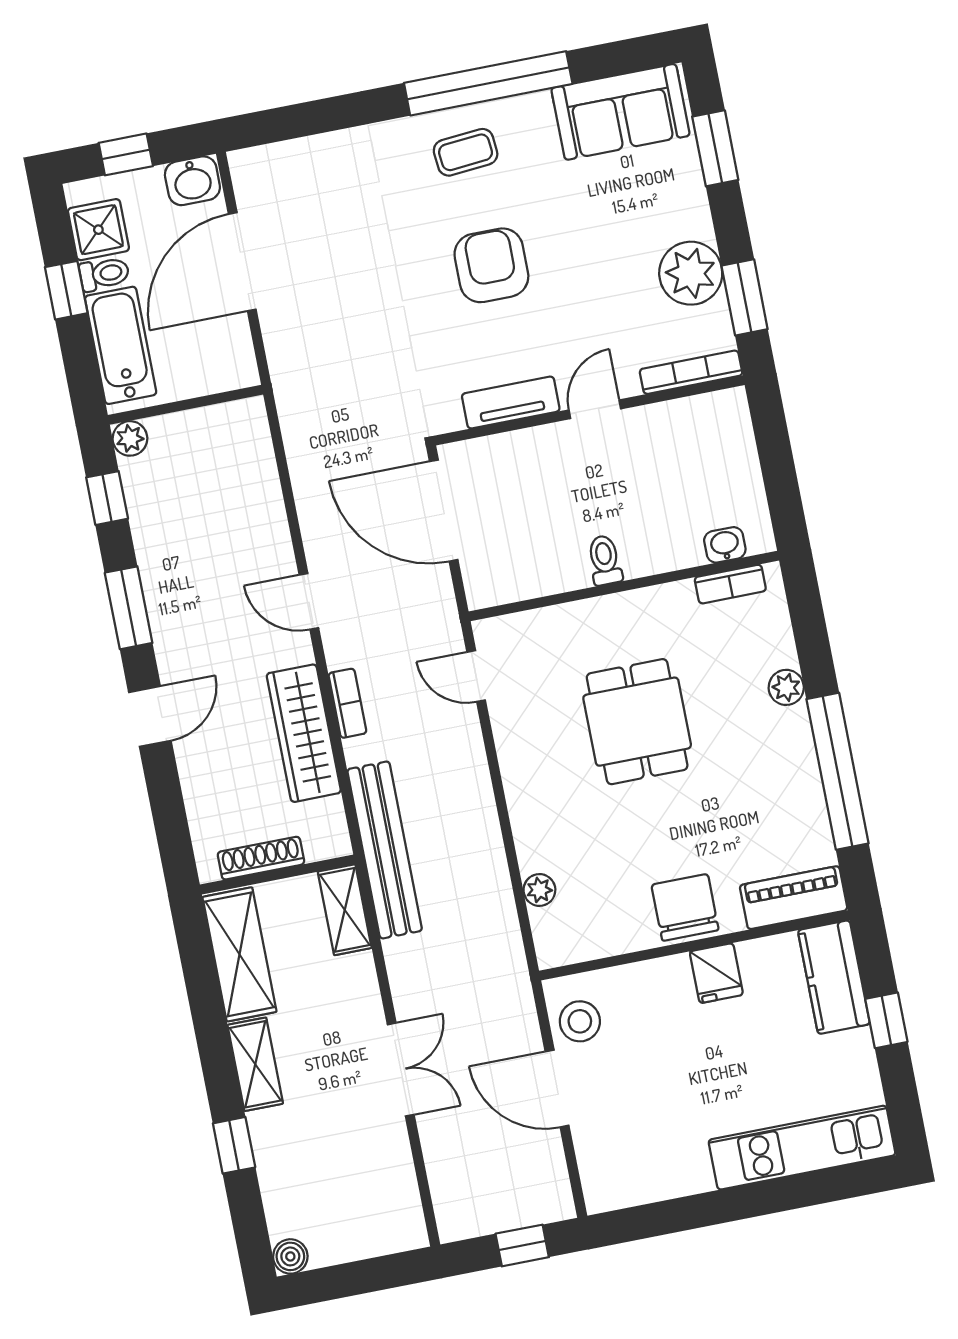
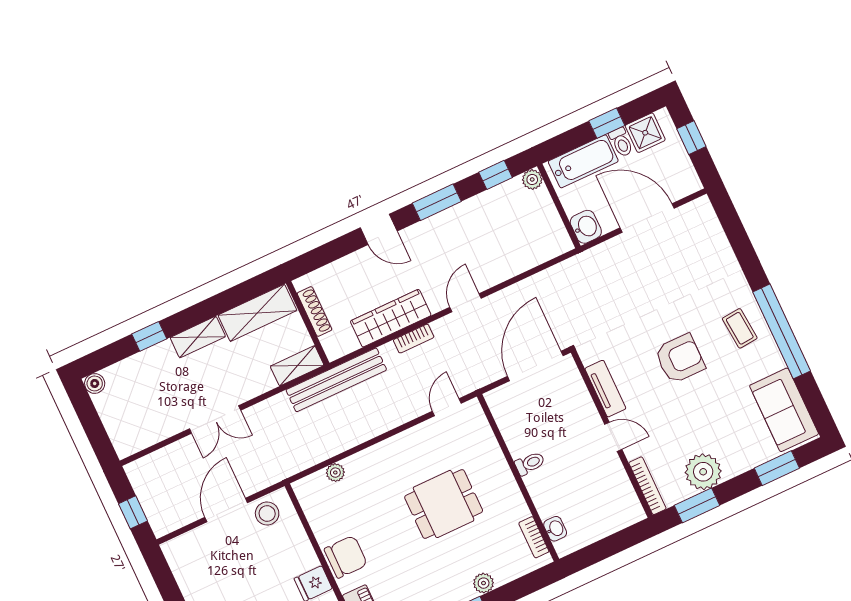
washbasin: (192, 181) -> (586, 227), moved, turned 180

